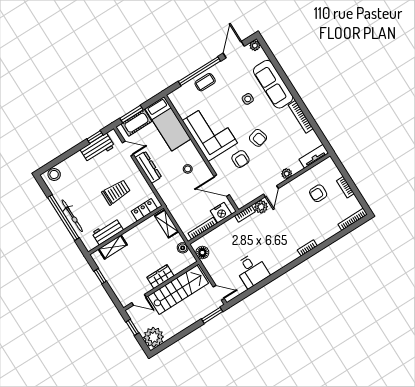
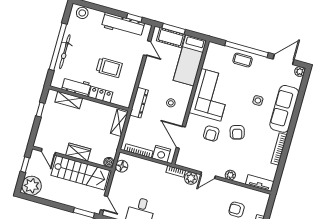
workbench: (97, 148) -> (123, 25), width x1.38
dresser: (148, 167) -> (139, 103), moved
locker: (144, 210) -> (101, 95), moved
boiler: (183, 248) -> (109, 162), moved

